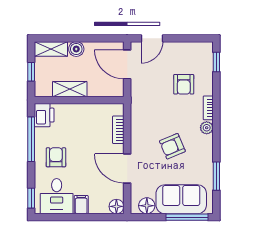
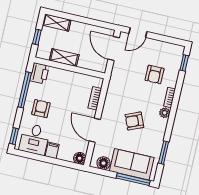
boiler: (76, 49) -> (77, 27), removed

